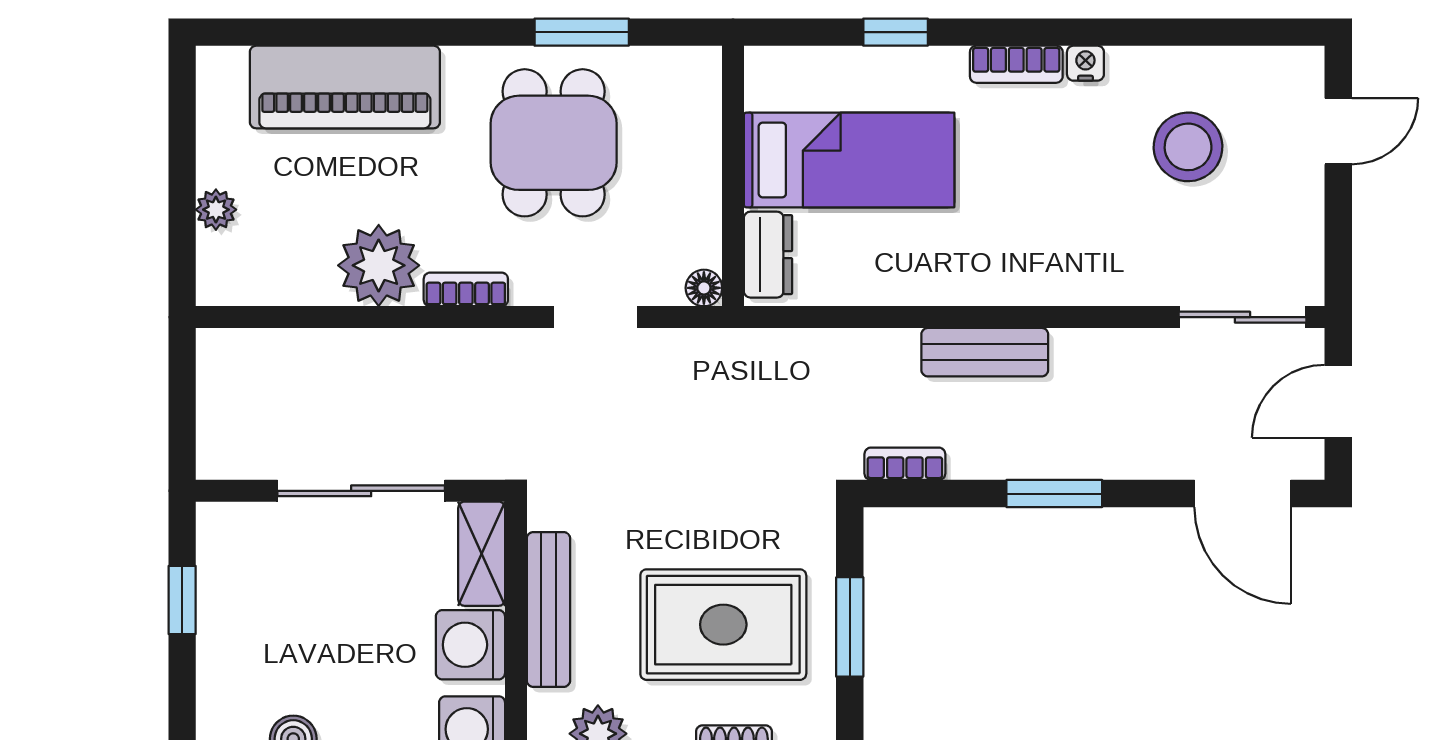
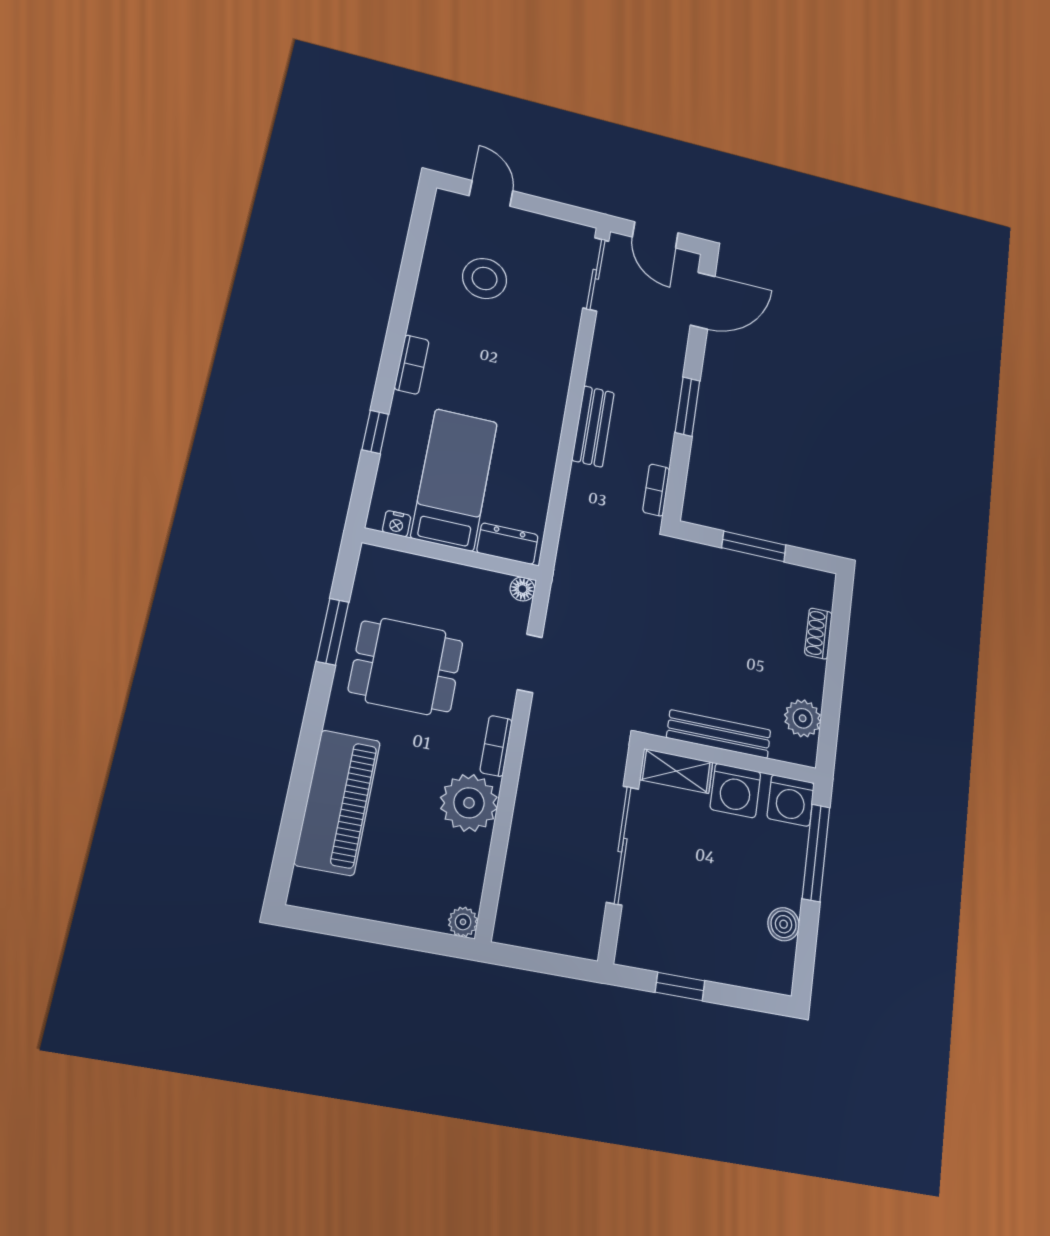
nightstand: (1085, 63) -> (397, 524), moved, turned -90
plant: (216, 210) -> (463, 922), moved
rug: (723, 625) -> (743, 624), removed

